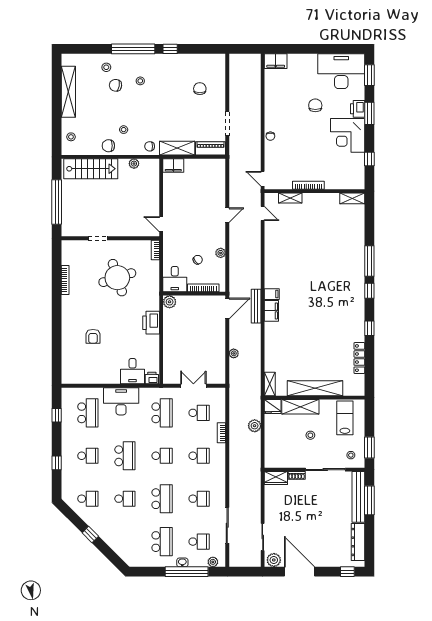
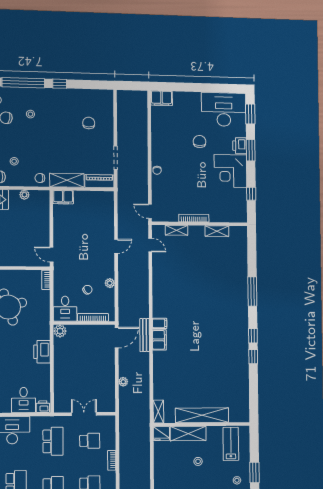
shelving: (352, 198) -> (217, 231), moved
window: (369, 291) -> (253, 336), moved
locker: (359, 358) -> (244, 385), removed
plant: (255, 426) -> (144, 453), removed

